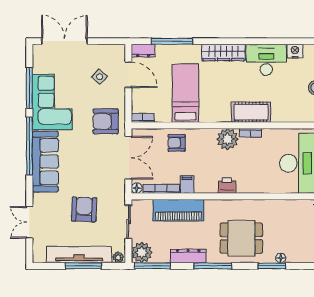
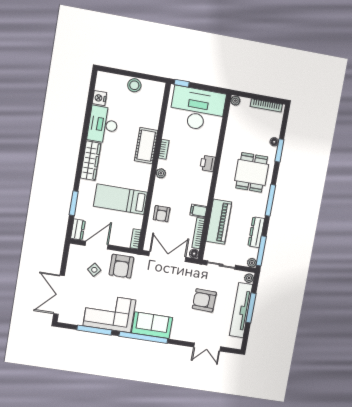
window: (172, 41) -> (74, 203), width x0.69
armchair: (106, 121) -> (121, 266), moved
plant: (228, 139) -> (161, 173), width x0.53, depth x0.53
sofa: (45, 162) -> (152, 325), width x0.73
printer: (227, 186) -> (208, 163), moved
plant: (142, 253) -> (252, 263), width x0.53, depth x0.53
dresser: (188, 256) -> (256, 232), moved

